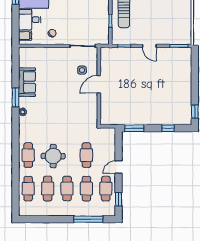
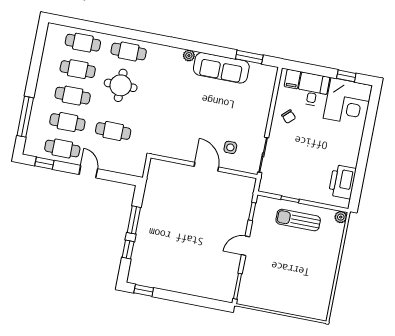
sofa: (27, 82) -> (221, 68), width x1.36
window: (15, 98) -> (249, 57), moved
window: (134, 128) -> (134, 220), moved

